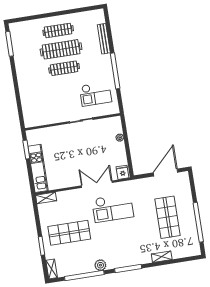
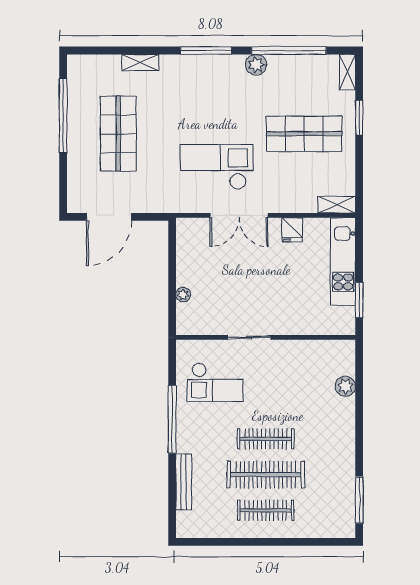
checkout: (96, 94) -> (215, 382), turned 180
plant: (26, 103) -> (345, 386), added
fridge: (123, 172) -> (292, 230), moved

